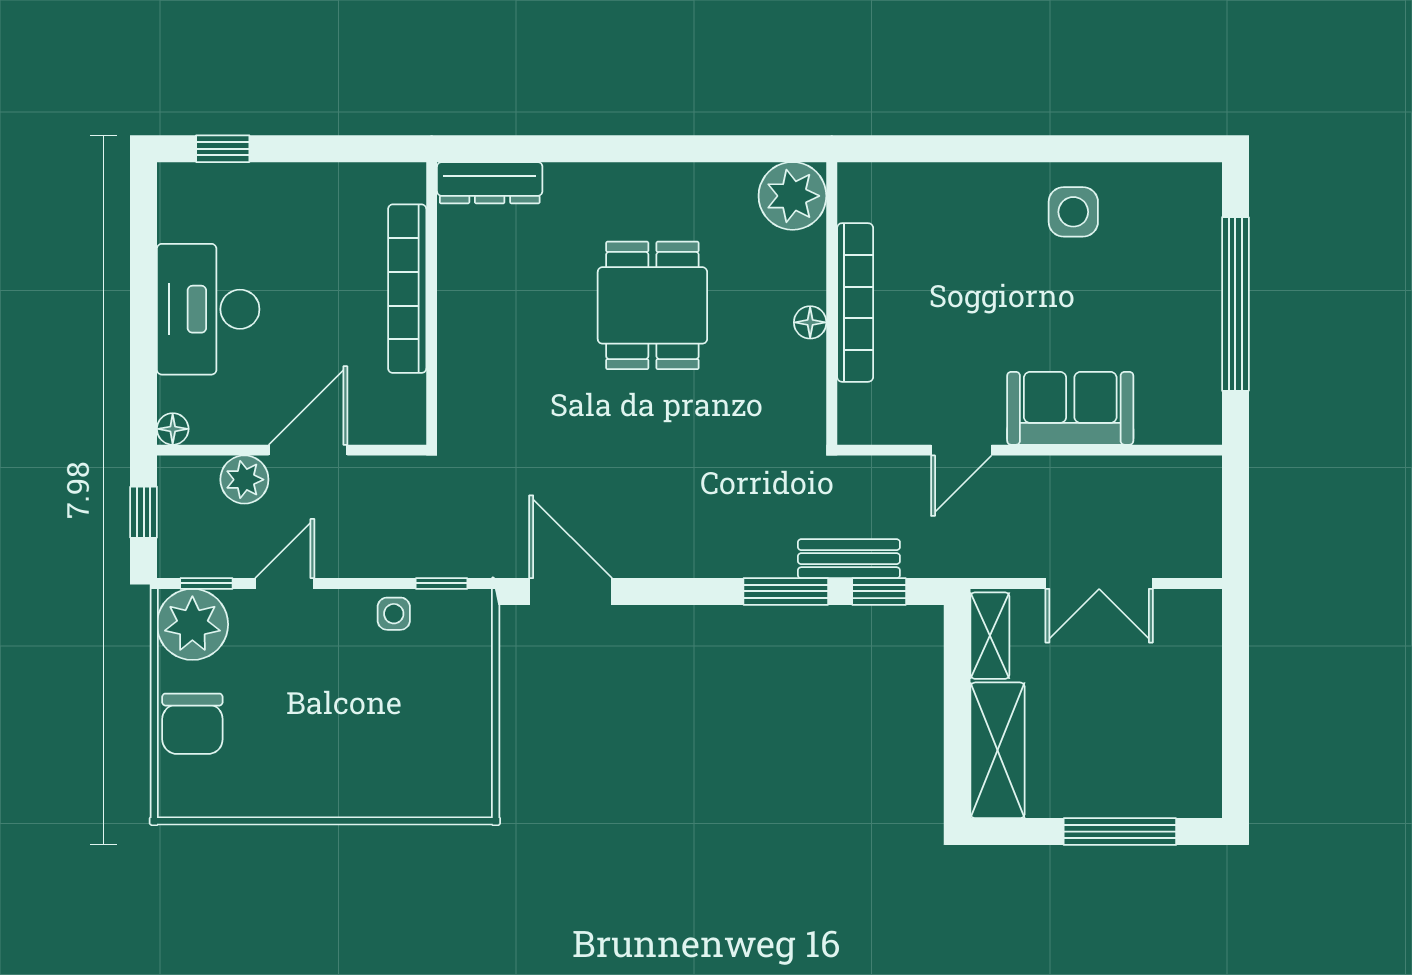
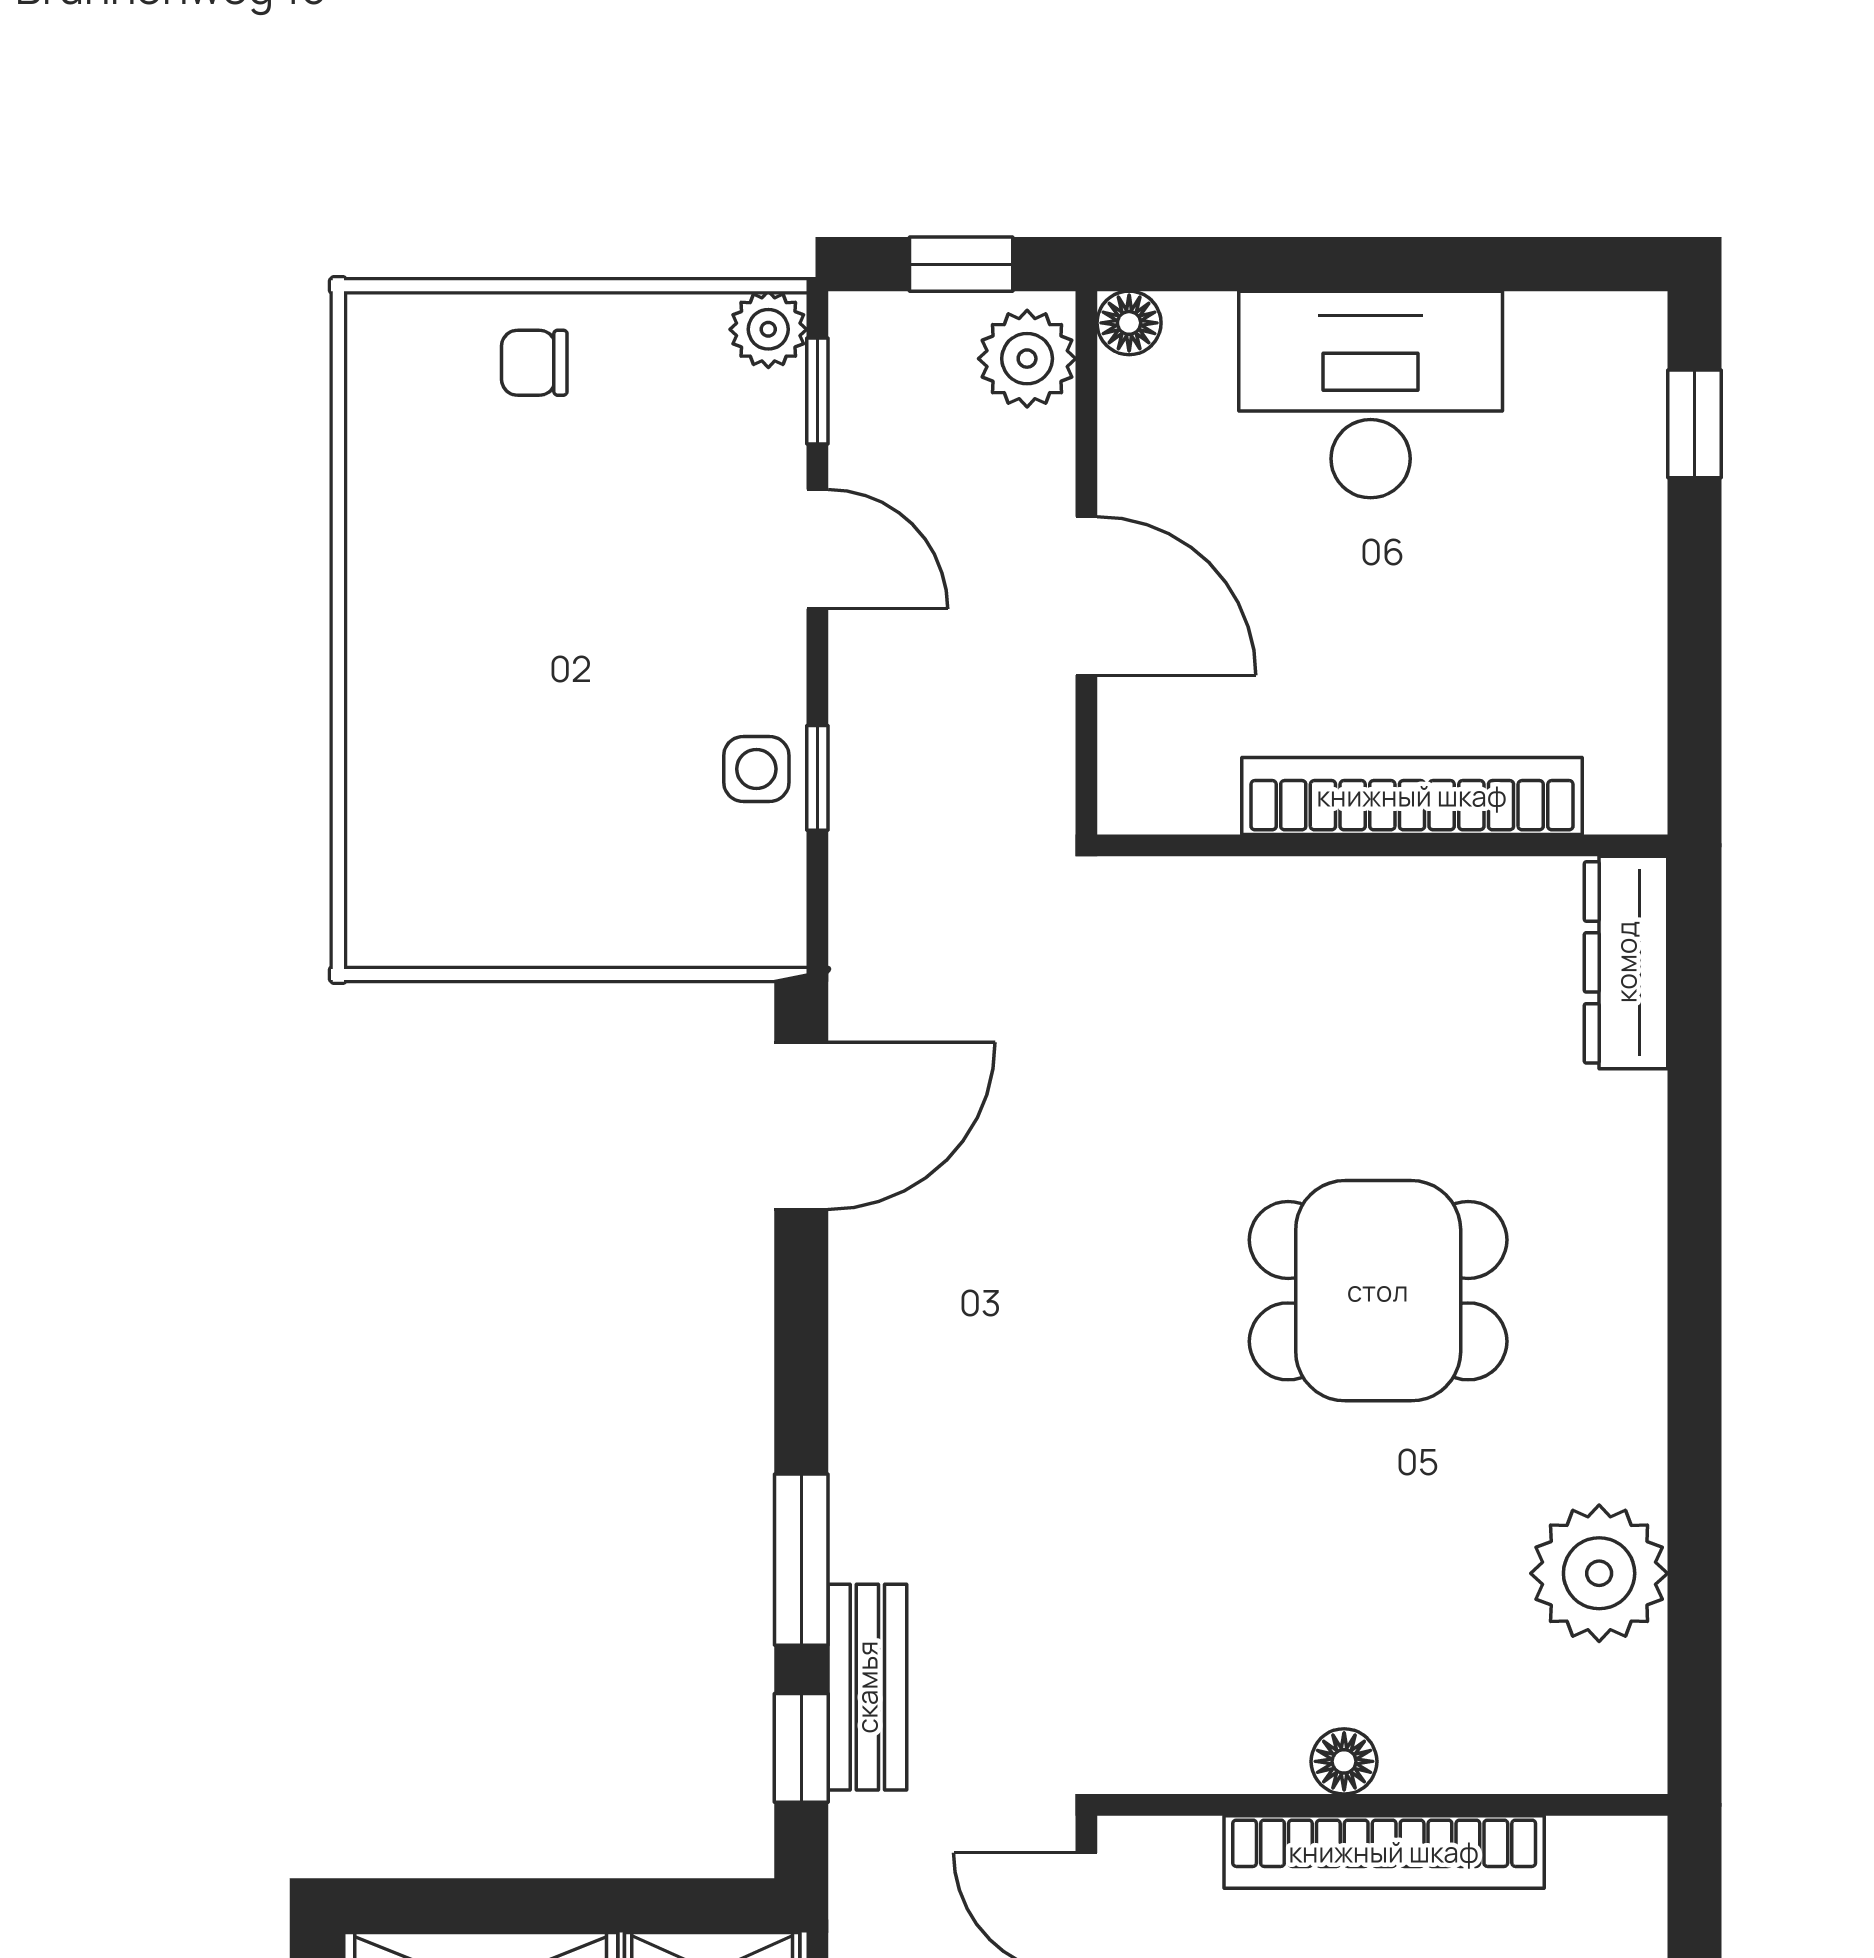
bookcase: (855, 302) -> (1384, 1852), moved
wall: (832, 303) -> (1382, 1805), moved
floor lamp: (810, 322) -> (1344, 1761), moved
plant: (244, 480) -> (1027, 359), moved
window: (442, 583) -> (817, 778), moved
plant: (192, 624) -> (768, 329), width x0.53, depth x0.53
chair: (192, 724) -> (534, 363), width x0.54, depth x0.54

